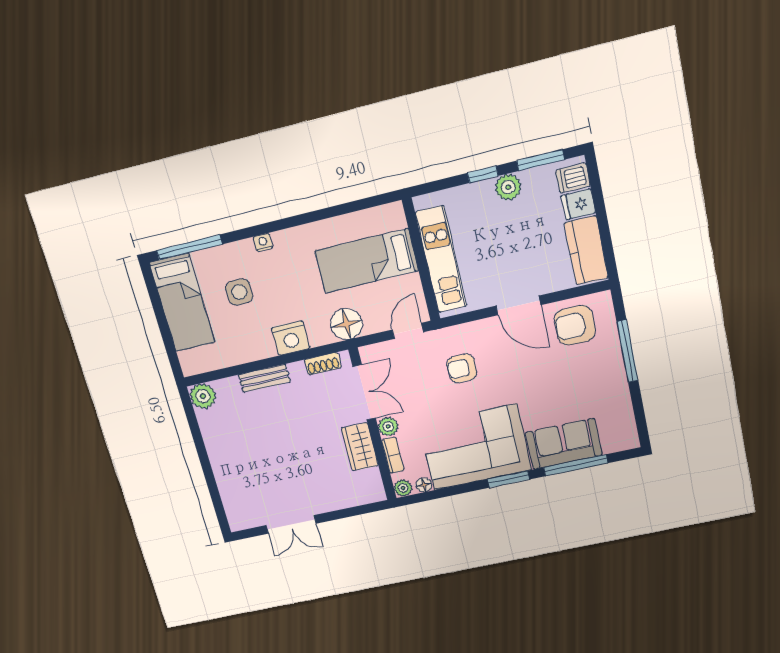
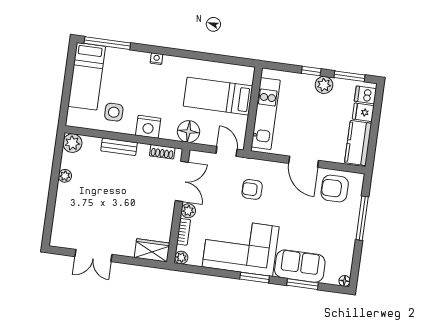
side table: (239, 292) -> (114, 112), moved
door: (408, 331) -> (227, 151), hinge flipped
plant: (212, 441) -> (65, 176), added
wardrobe: (360, 447) -> (152, 250), moved, turned 90
window: (576, 465) -> (302, 284), width x0.69
floor lamp: (424, 485) -> (345, 281), moved

